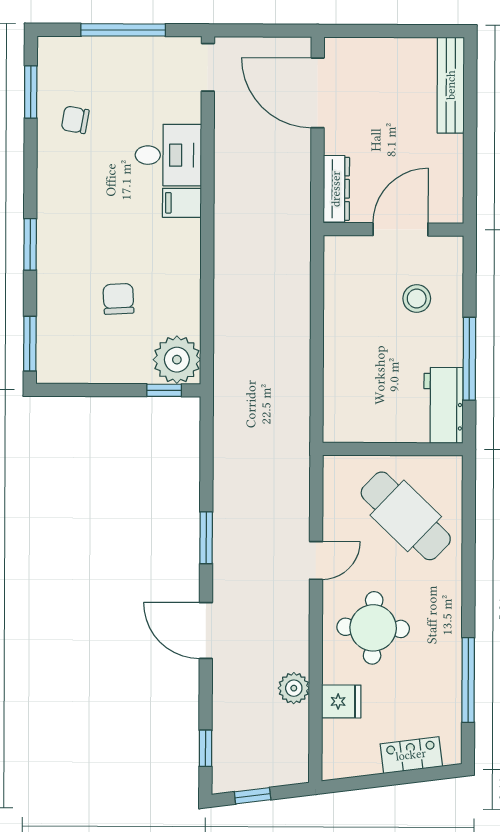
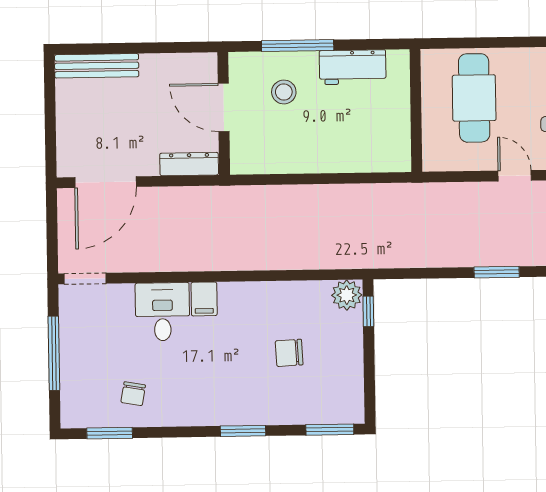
window: (469, 359) -> (298, 46), moved
plant: (177, 360) -> (347, 295), width x0.73, depth x0.73
workbench: (443, 405) -> (353, 67), moved
cafe table: (406, 516) -> (474, 98), turned -44

